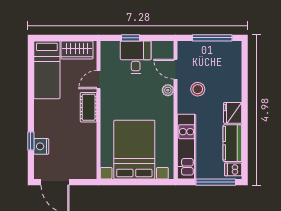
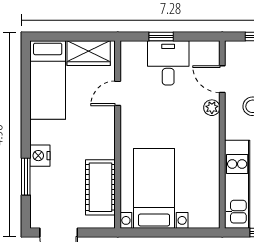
cot: (89, 107) -> (100, 187), moved, width x1.37, depth x1.34
window: (31, 141) -> (26, 177), width x1.50
nightstand: (41, 146) -> (40, 156), moved
bed with nightstands: (134, 150) -> (154, 188), width x0.73

